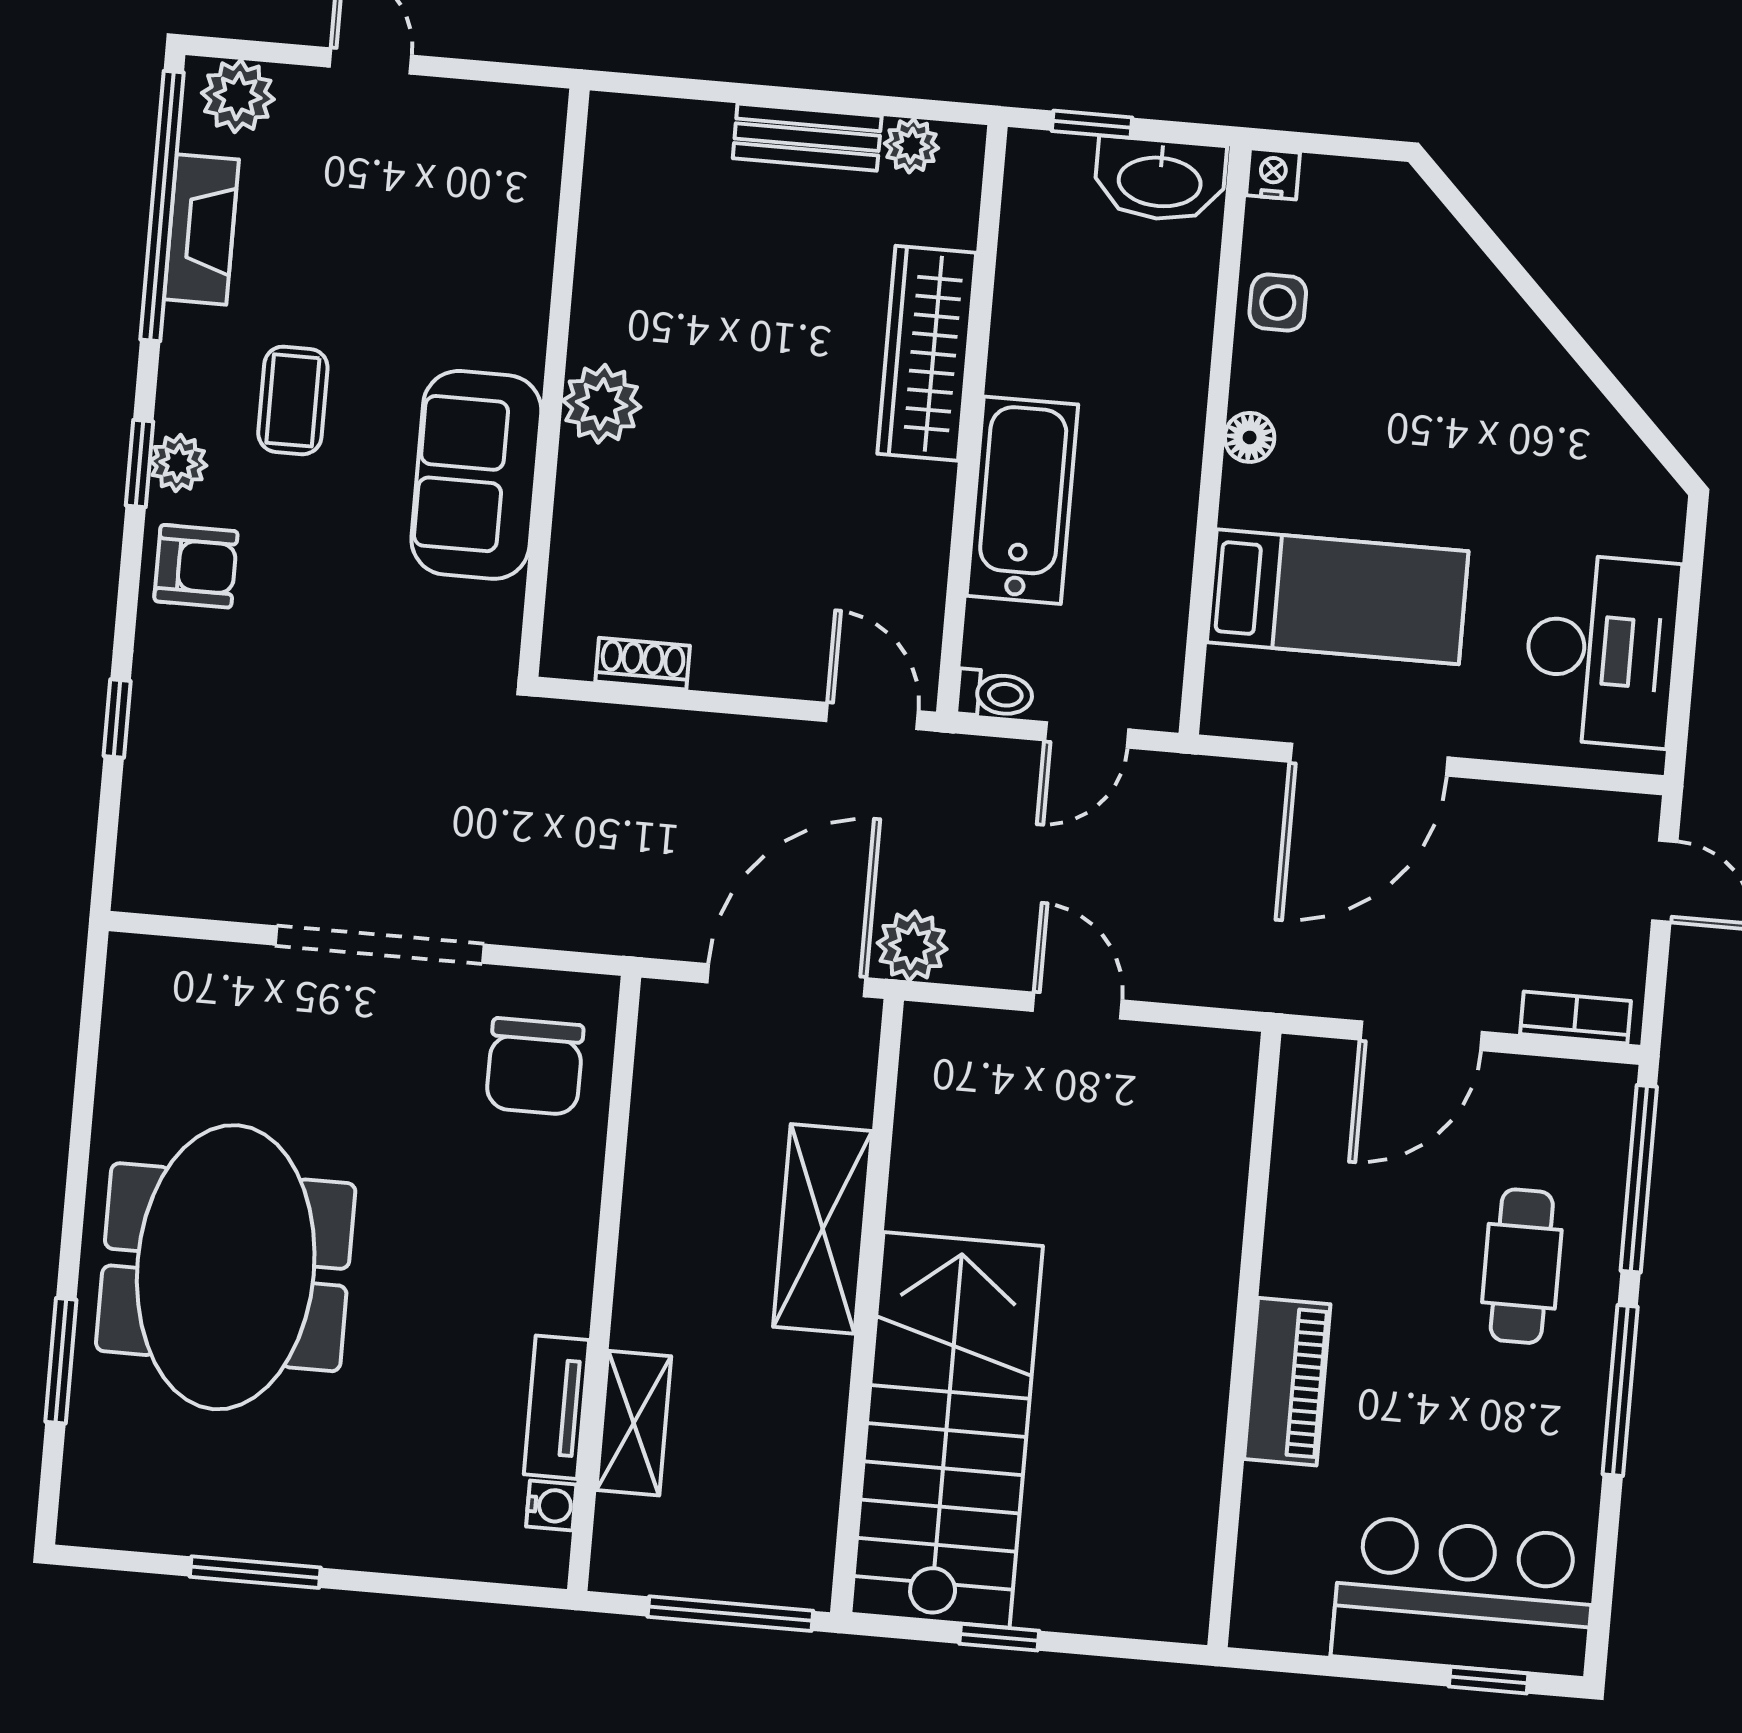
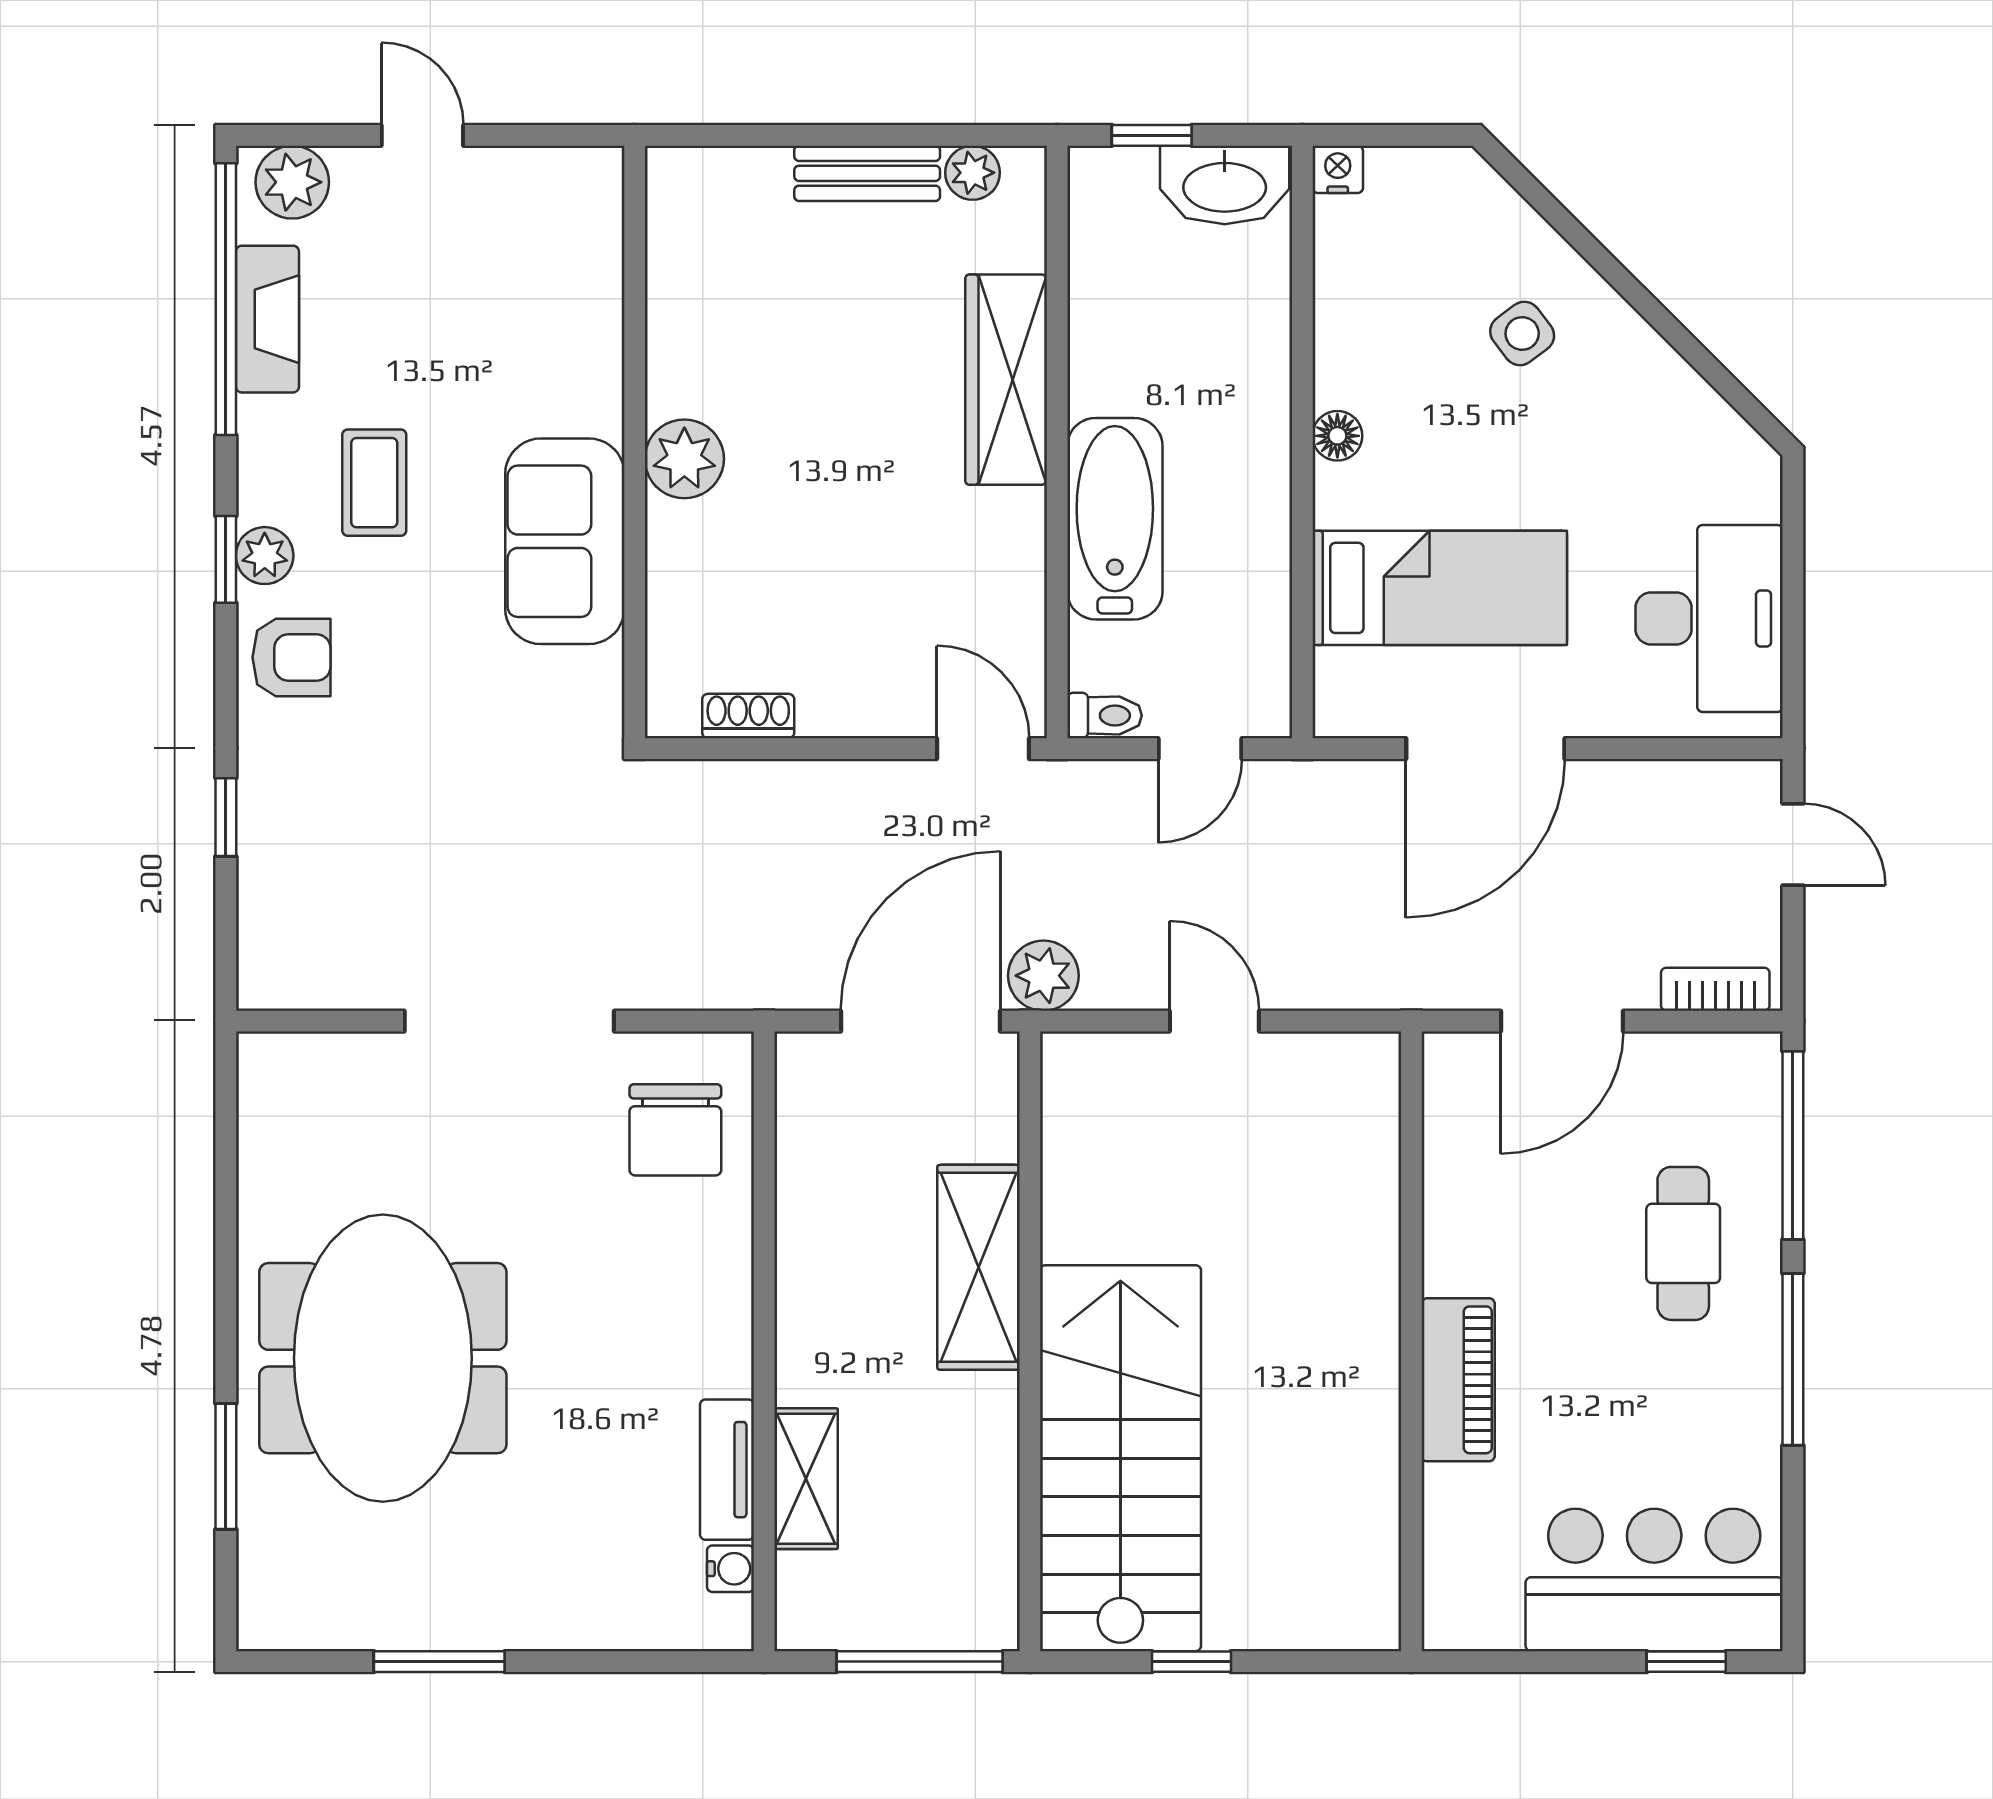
side table: (1278, 303) -> (1522, 333), moved, turned -37

